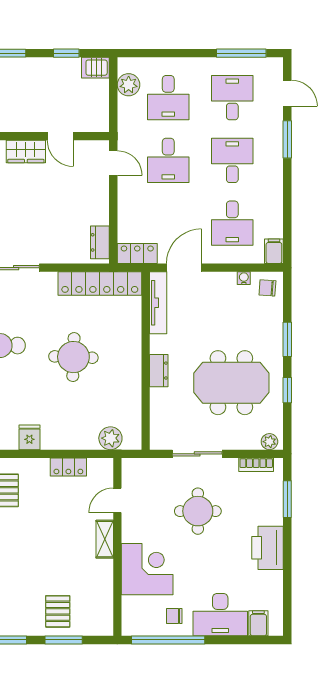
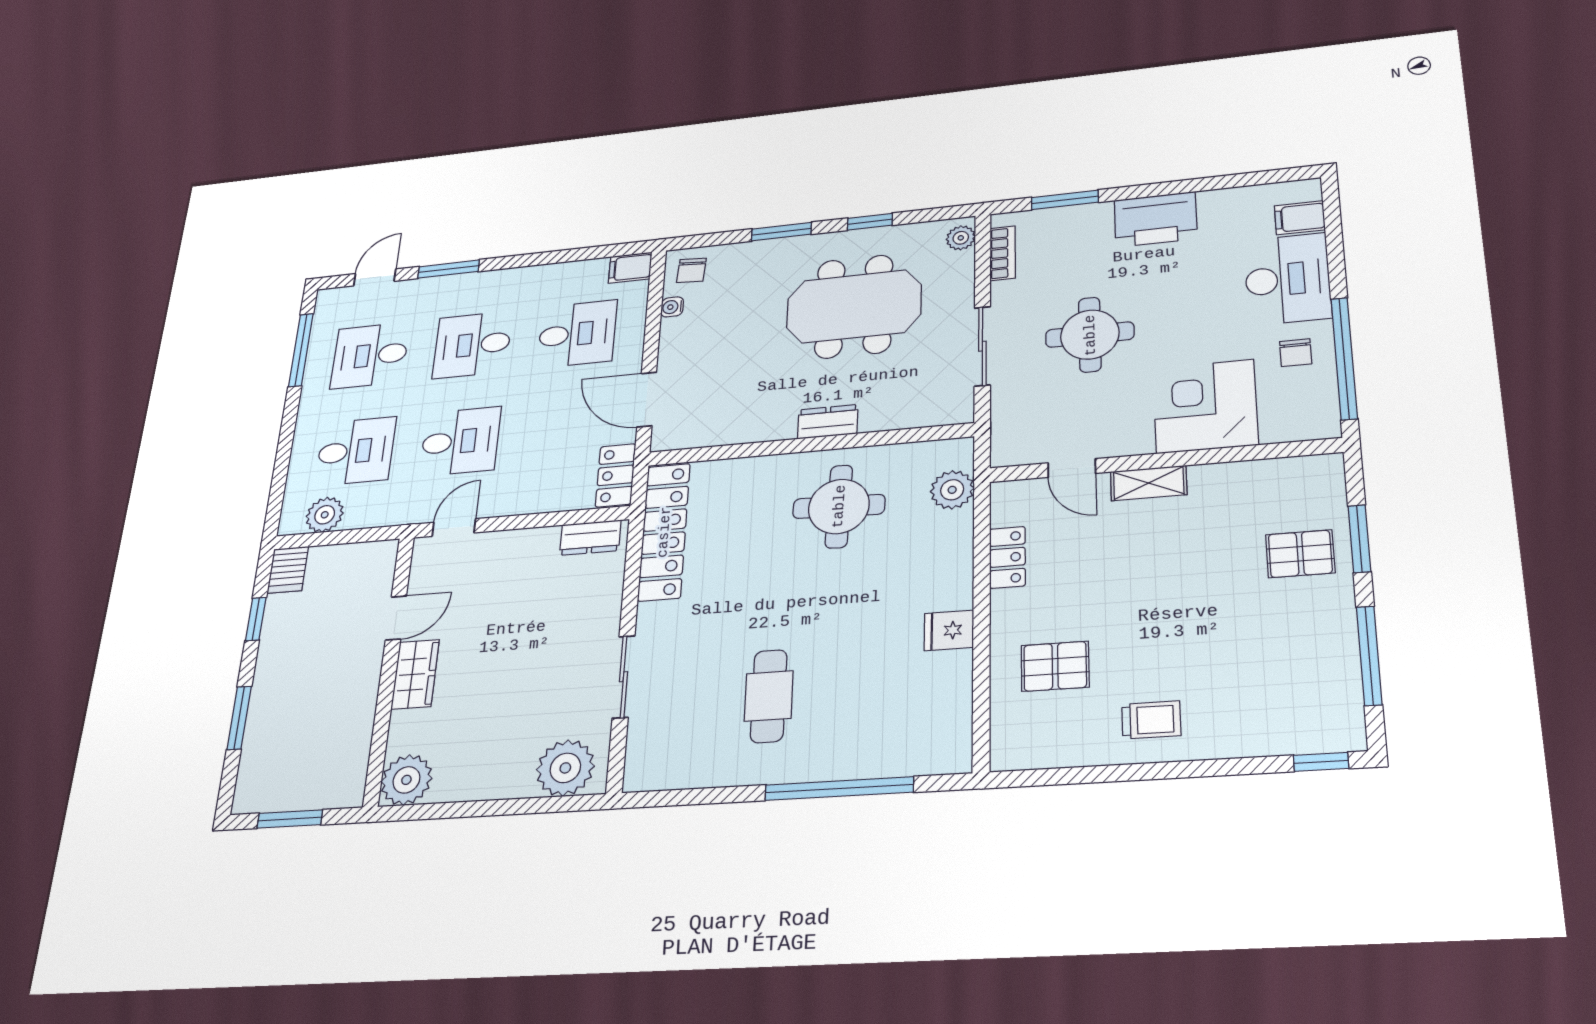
tv unit: (158, 303) -> (705, 434), removed
round table: (73, 357) -> (839, 506), moved
meeting table: (231, 383) -> (854, 306), turned 90

